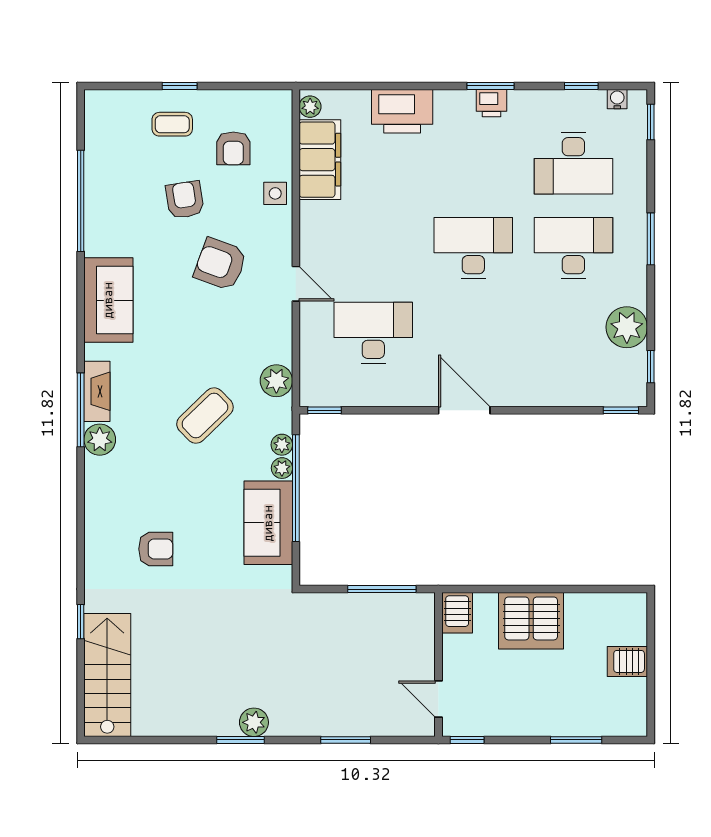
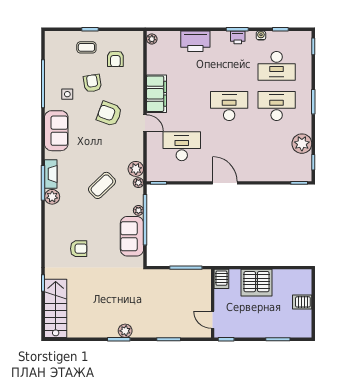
water cooler: (617, 99) -> (261, 35), moved
filing cabinet: (320, 160) -> (156, 94), moved
side table: (275, 193) -> (67, 94), moved
plant: (282, 445) -> (138, 183), moved

